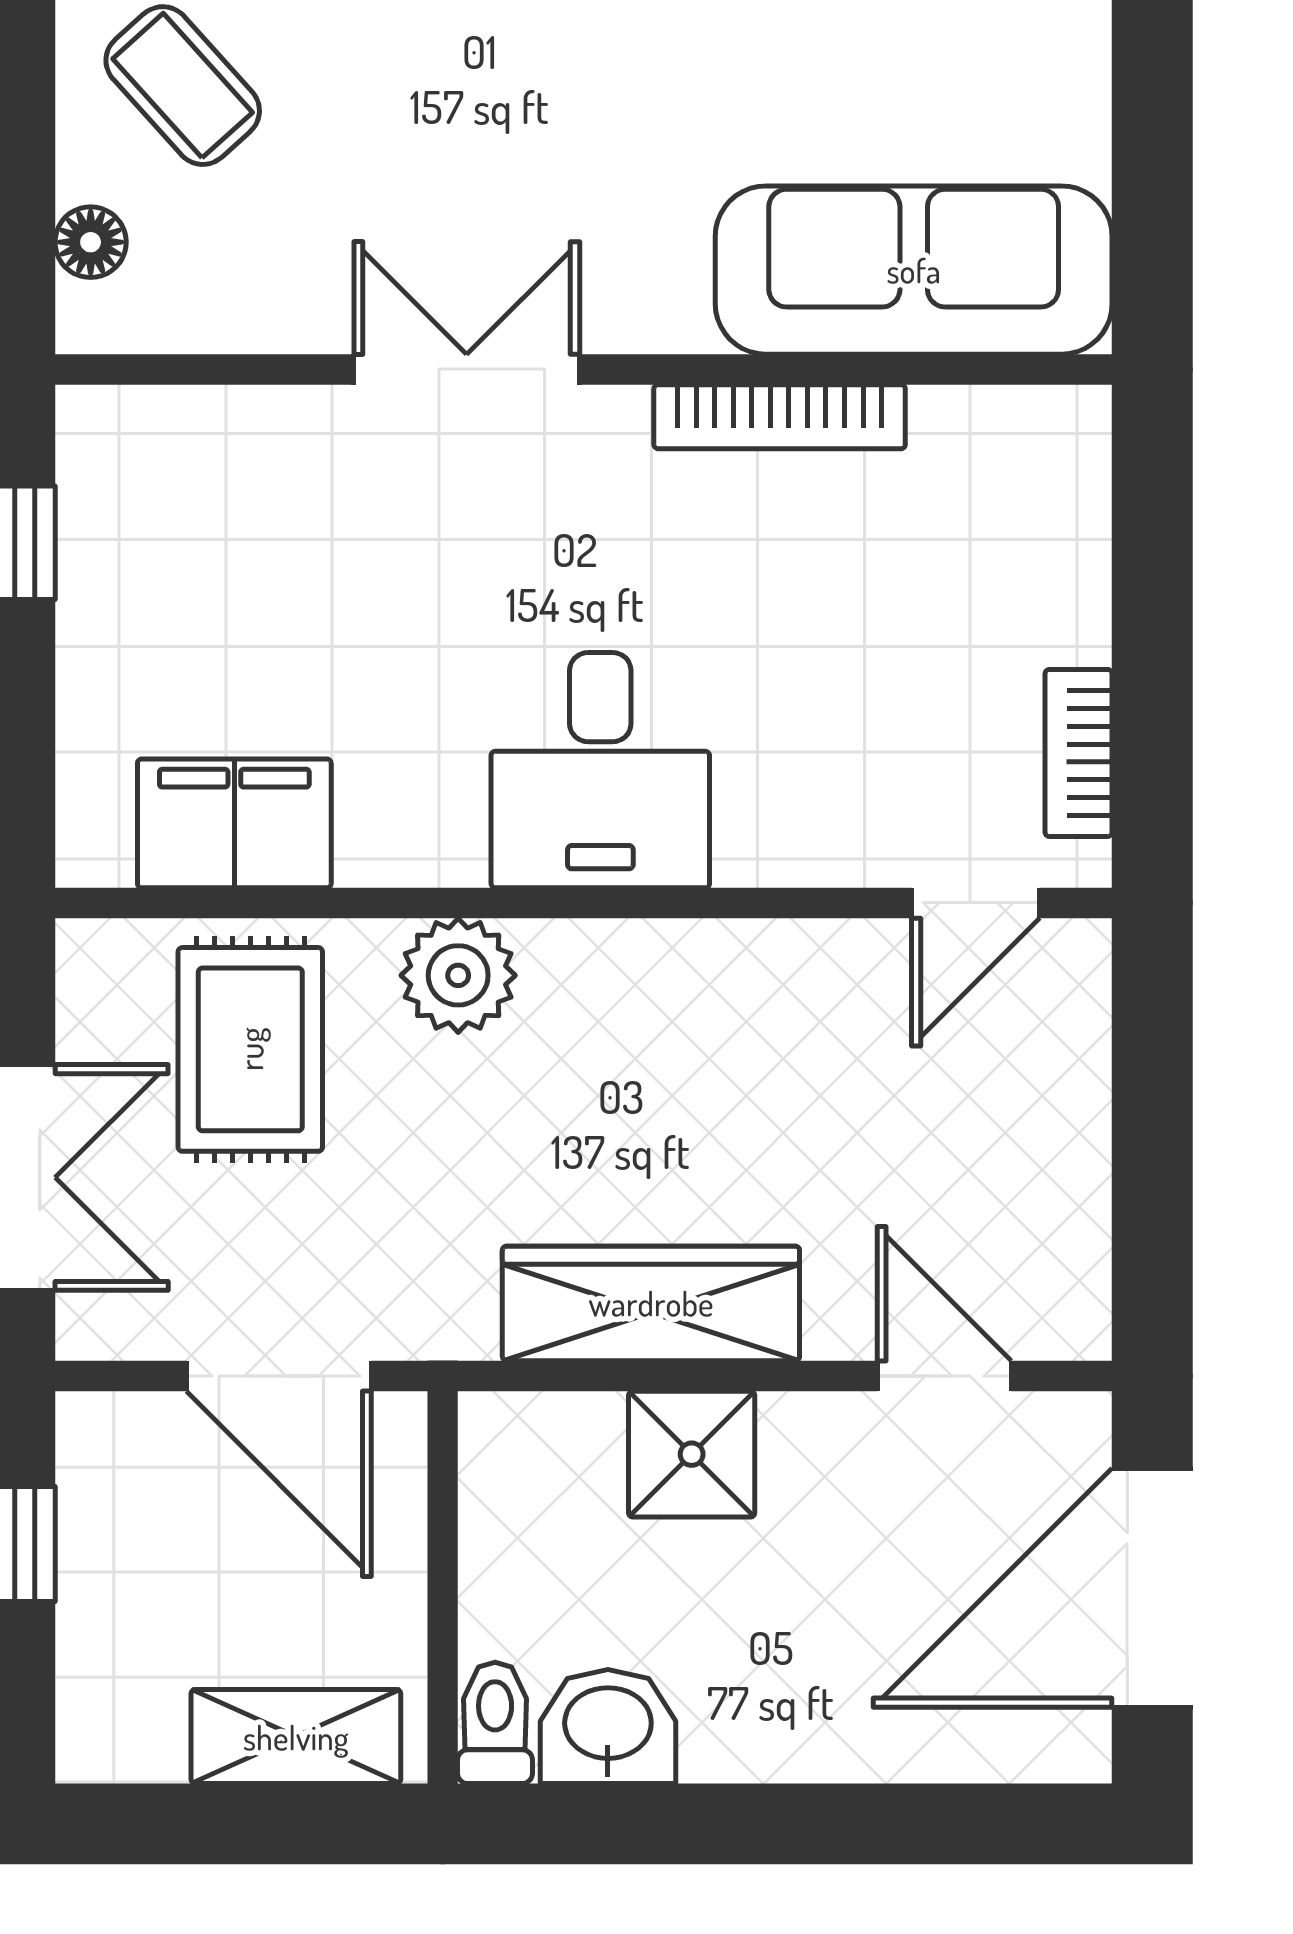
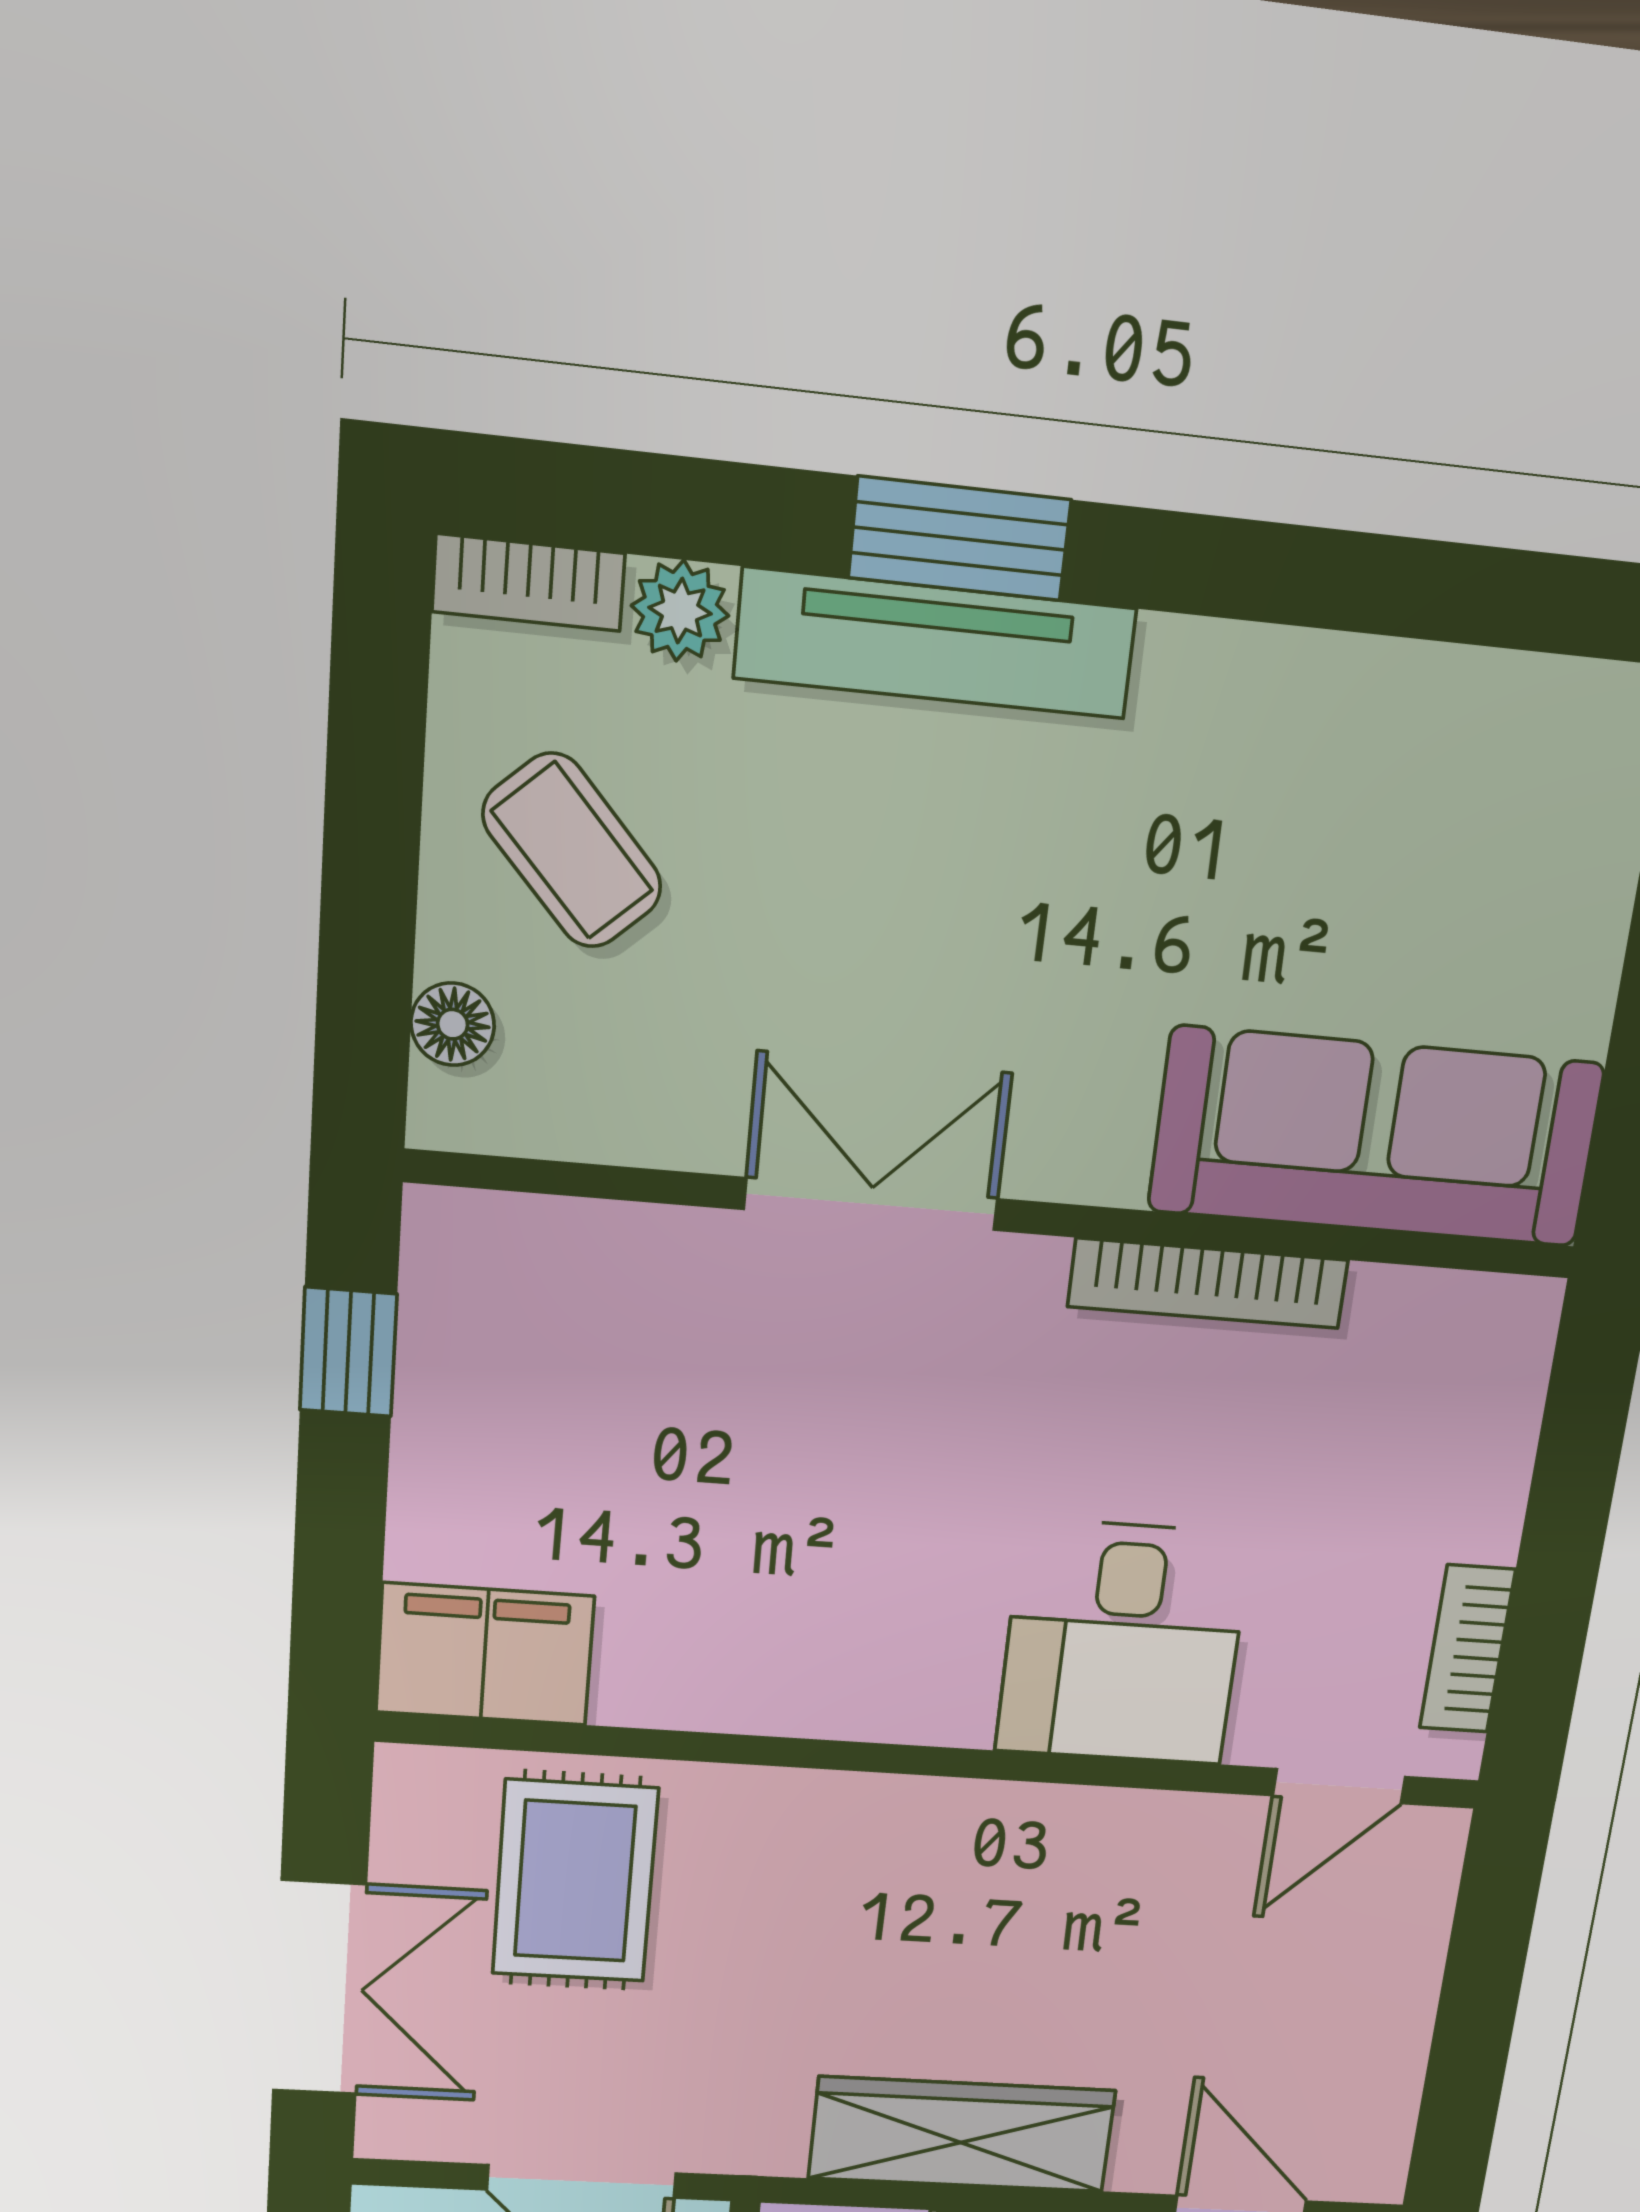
desk: (600, 770) -> (1123, 1643), moved
filing cabinet: (234, 823) -> (485, 1654), moved
plant: (458, 975) -> (799, 1823), removed

